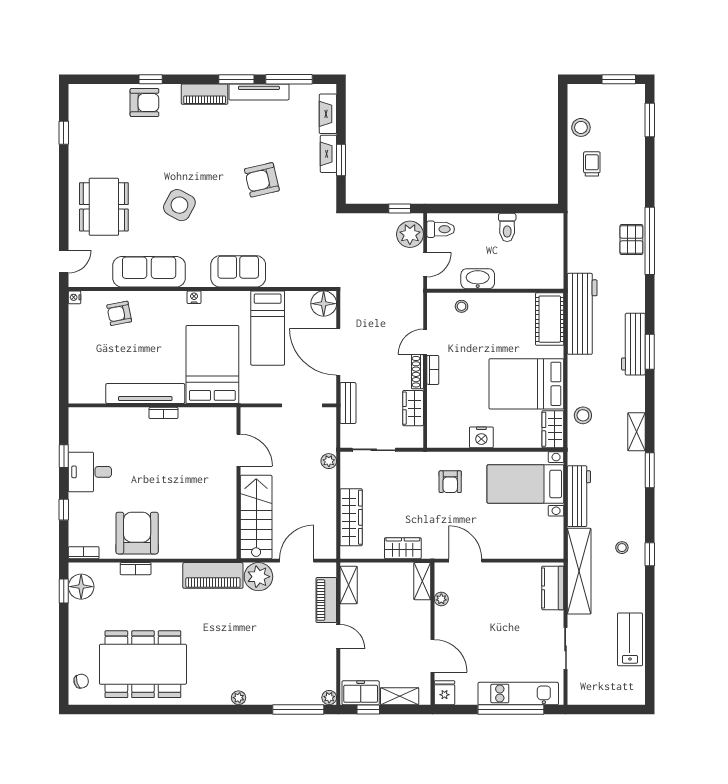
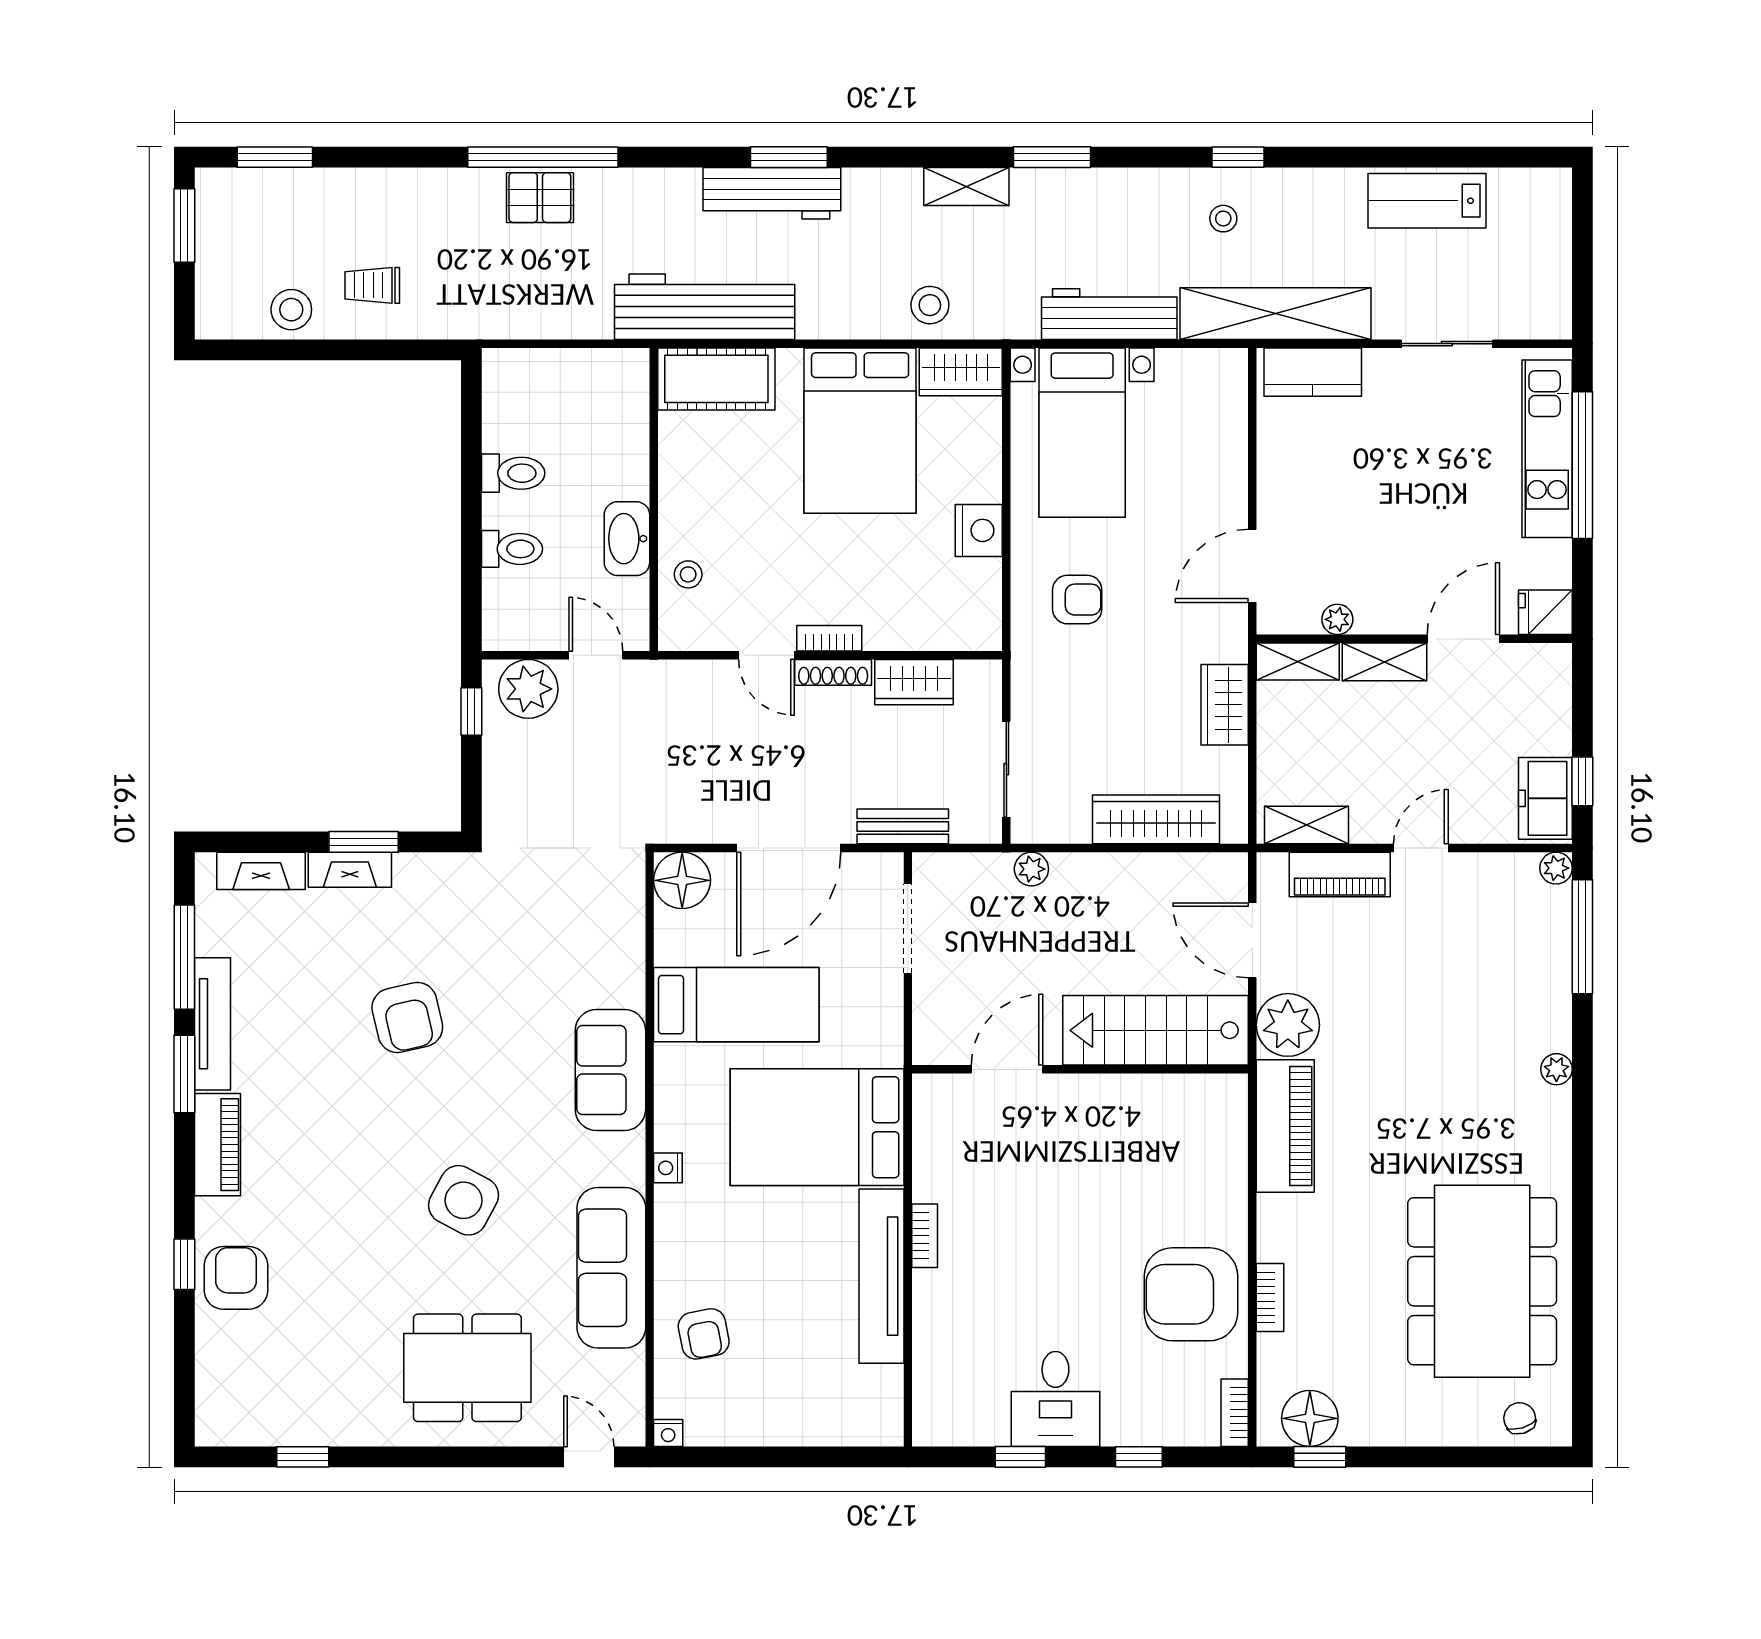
toilet: (441, 229) -> (512, 549), moved, turned 90
shelving: (400, 696) -> (1385, 662), moved, turned 90

